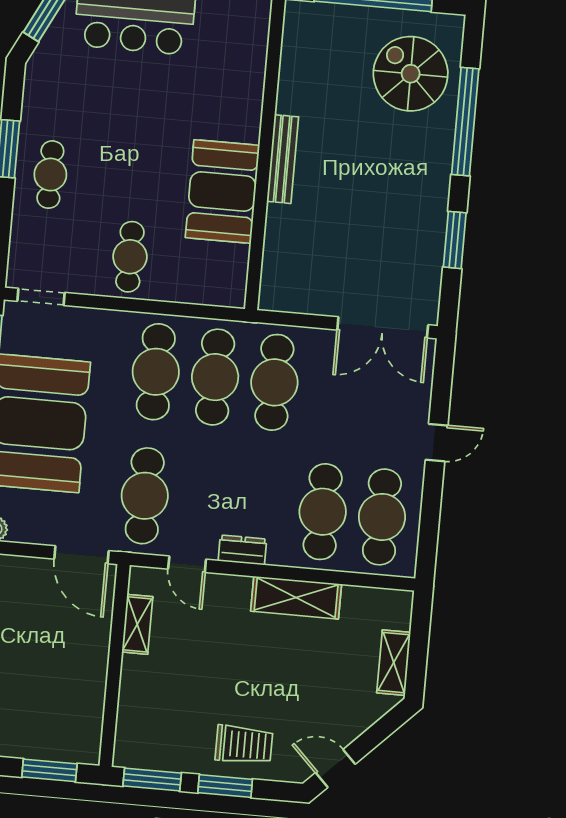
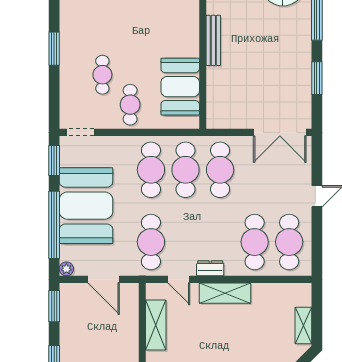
cafe table: (50, 175) -> (102, 75), moved
booth: (222, 191) -> (180, 87), moved
door: (81, 555) -> (104, 279), moved
shelving: (296, 598) -> (225, 293), moved
shelving: (137, 624) -> (156, 325), width x1.50, depth x1.33

